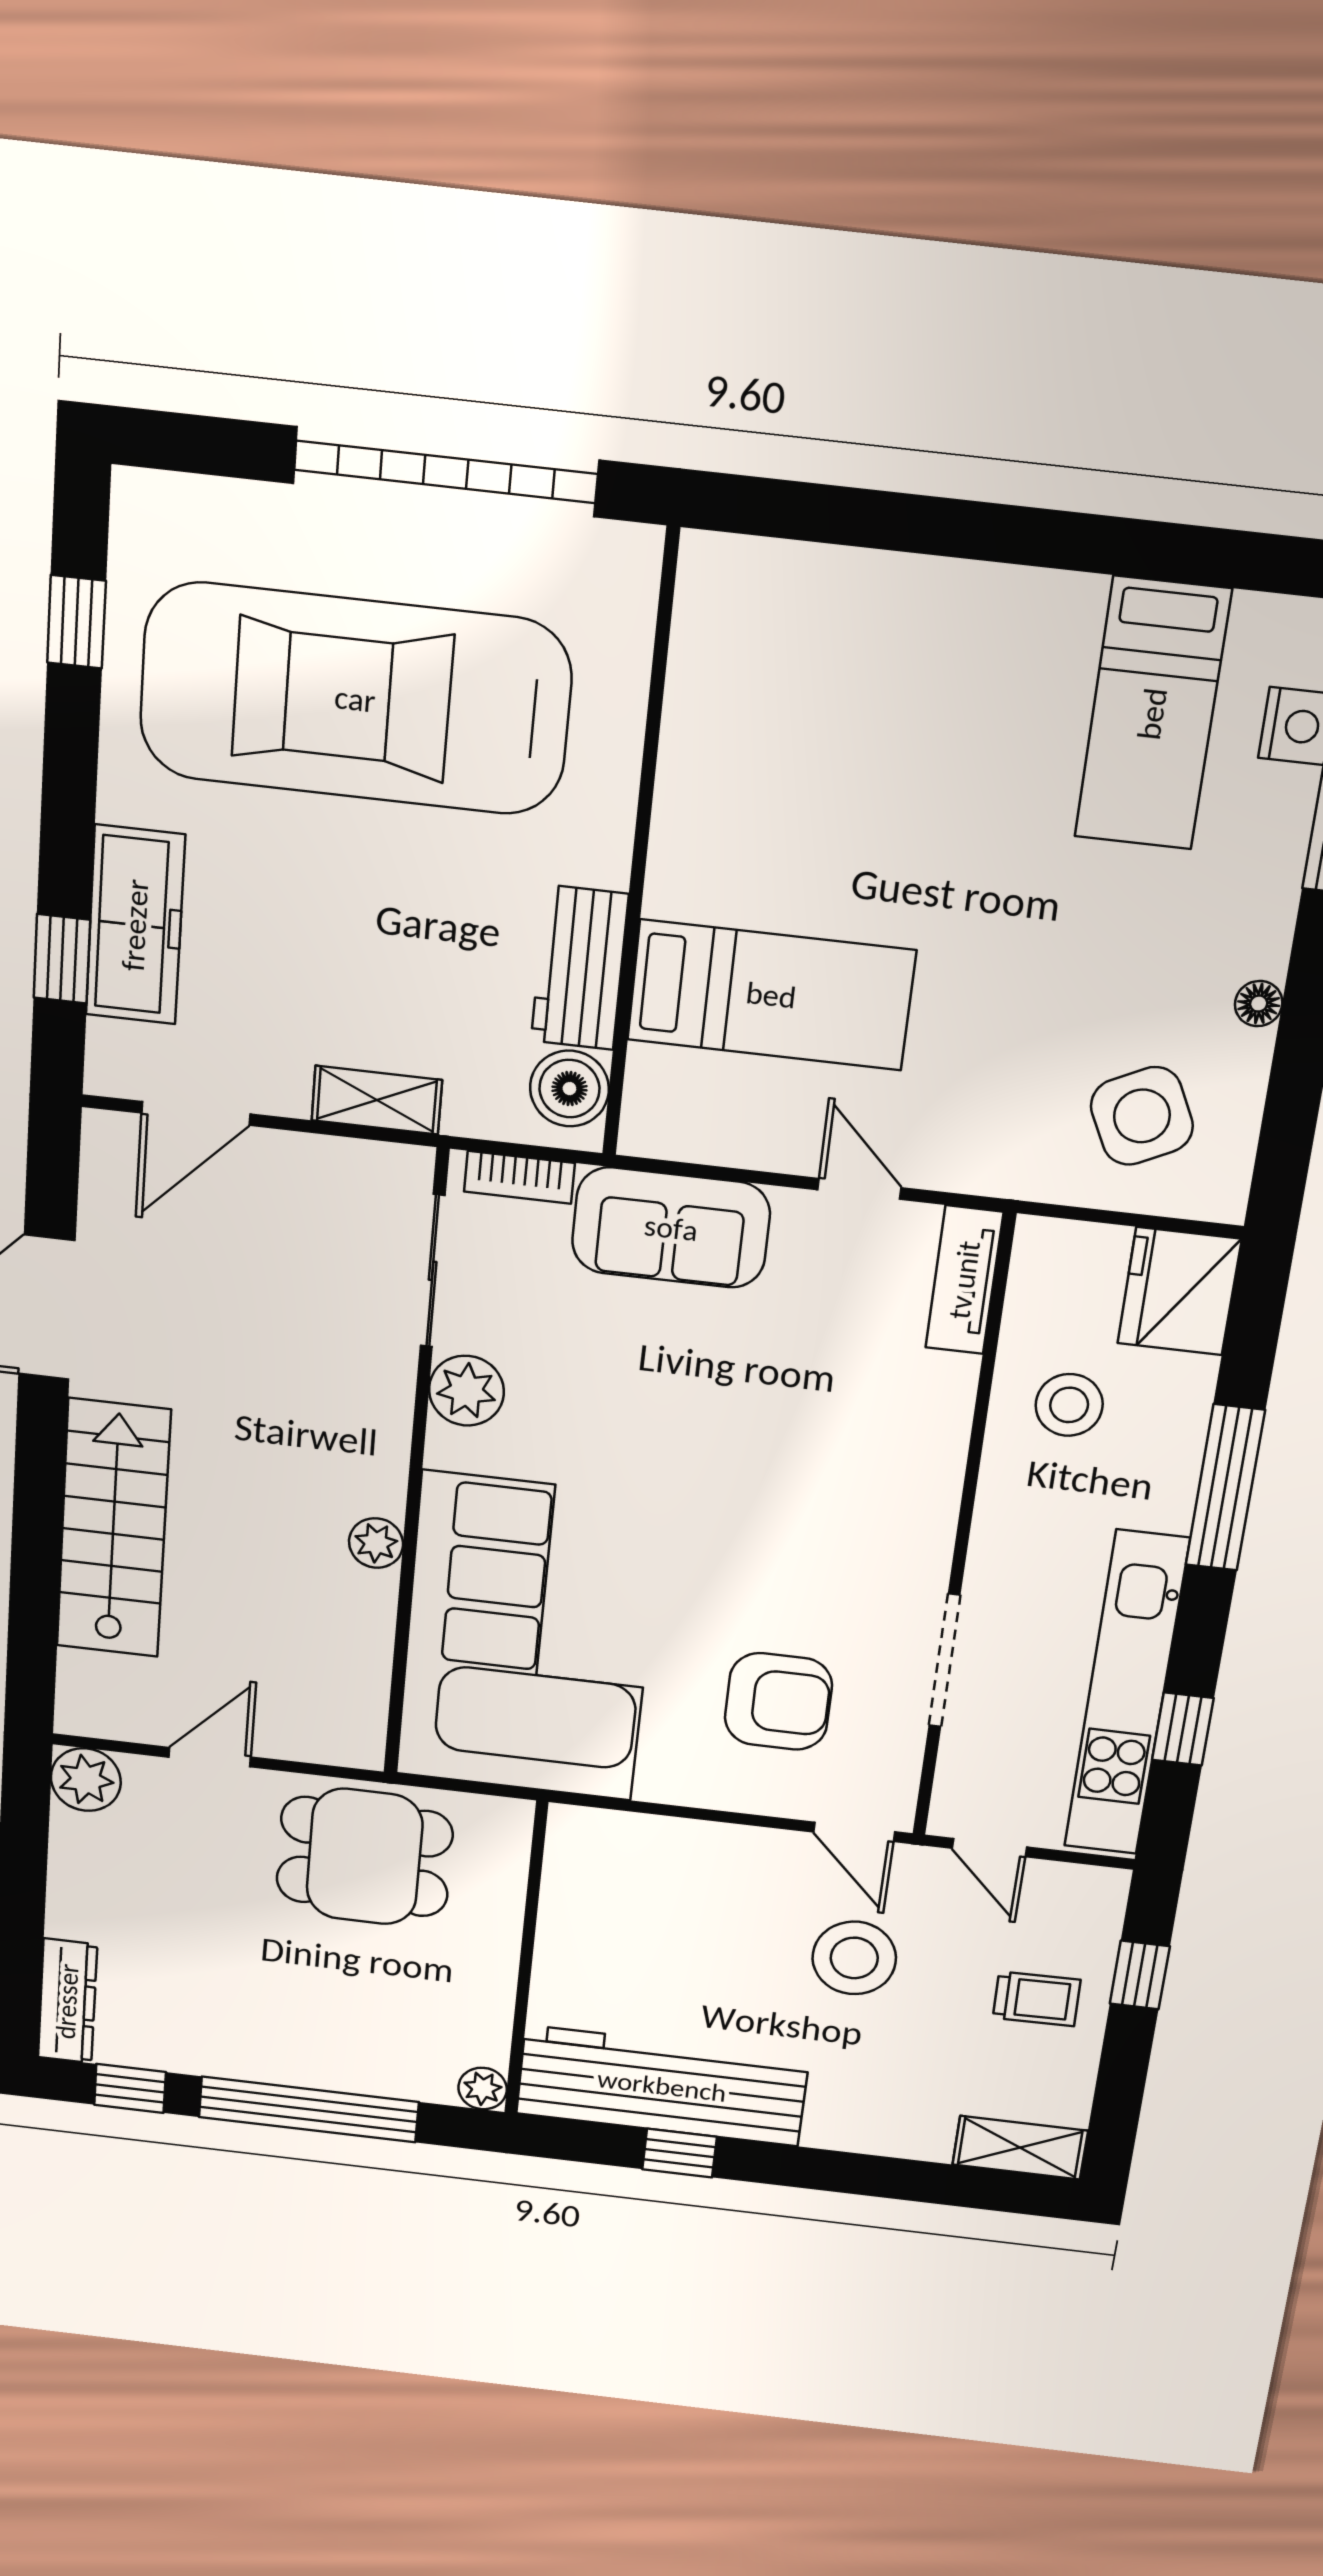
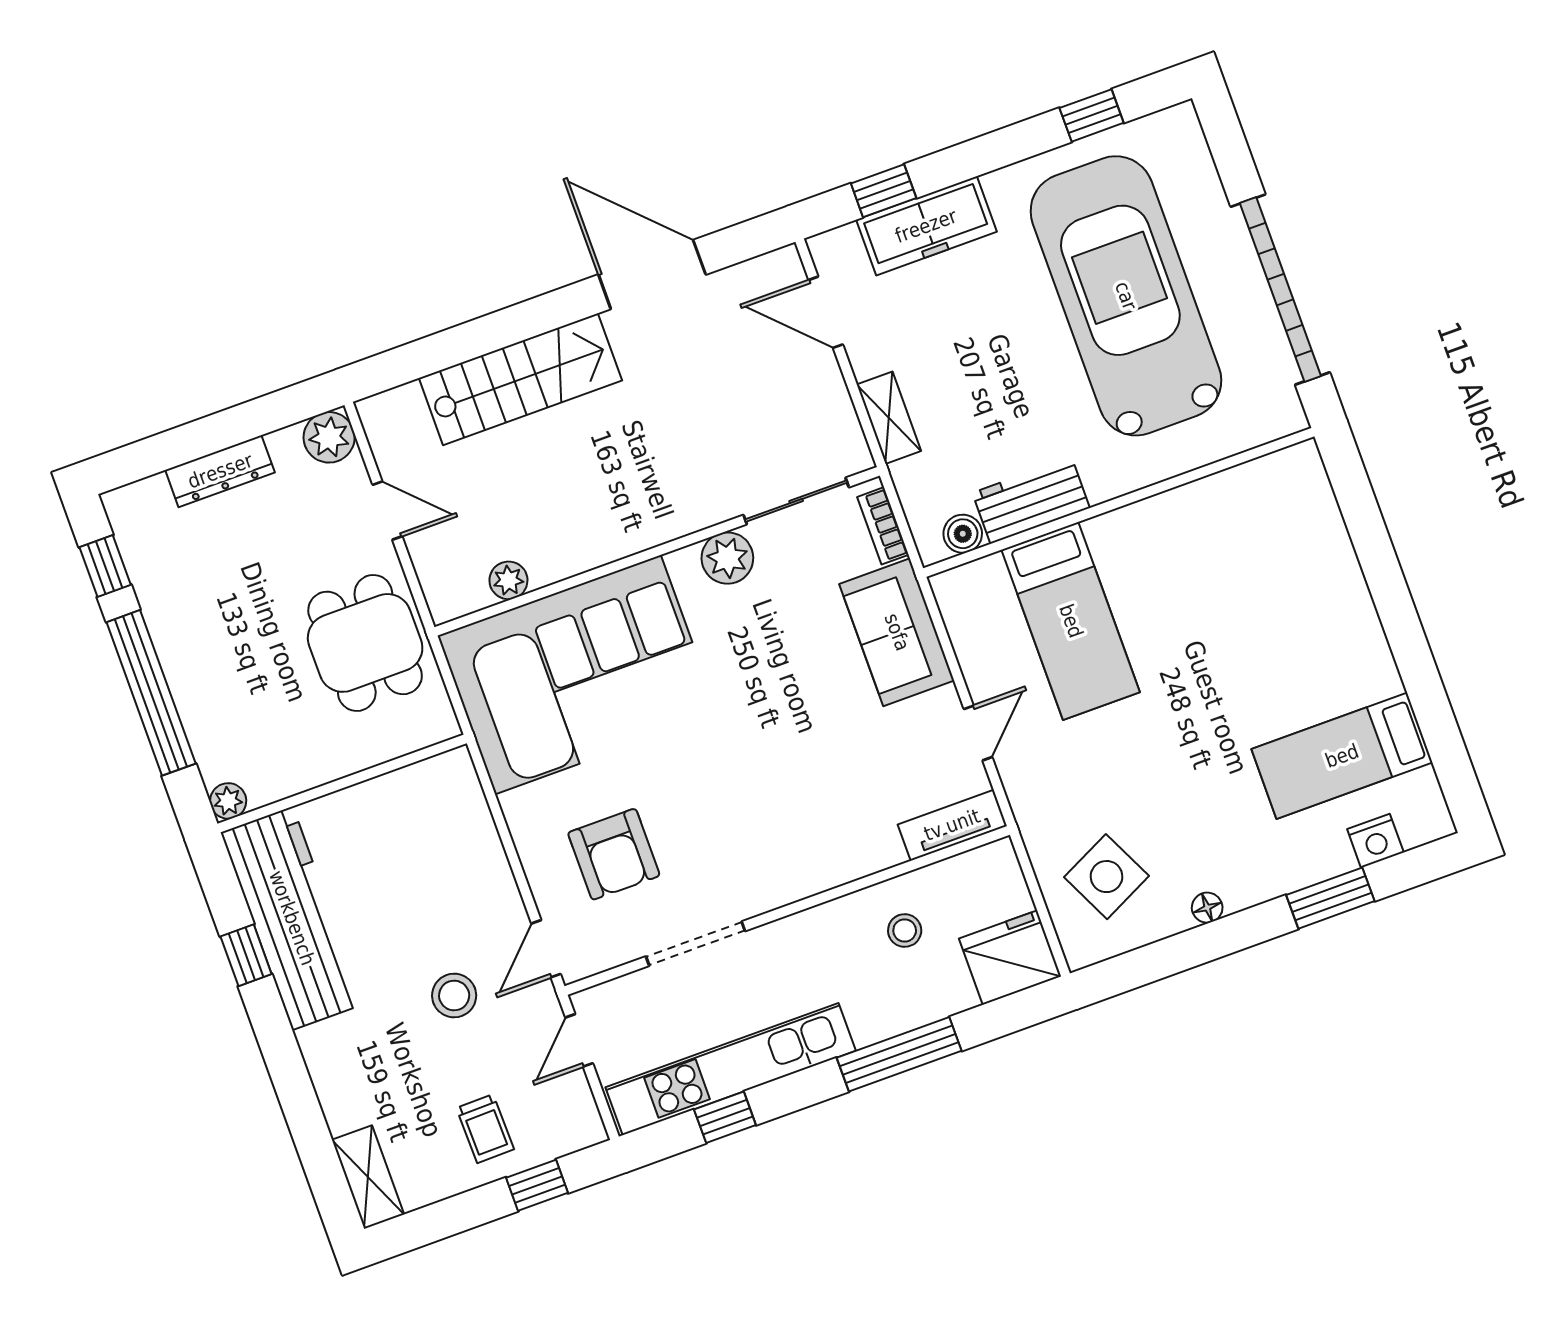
boiler: (569, 1089) -> (963, 534), width x0.73, depth x0.73
stool: (1069, 1405) -> (905, 930), width x0.73, depth x0.73
plant: (376, 1543) -> (508, 580), moved
stool: (854, 1958) -> (454, 996), width x0.73, depth x0.73
dresser: (67, 2001) -> (220, 471), moved

